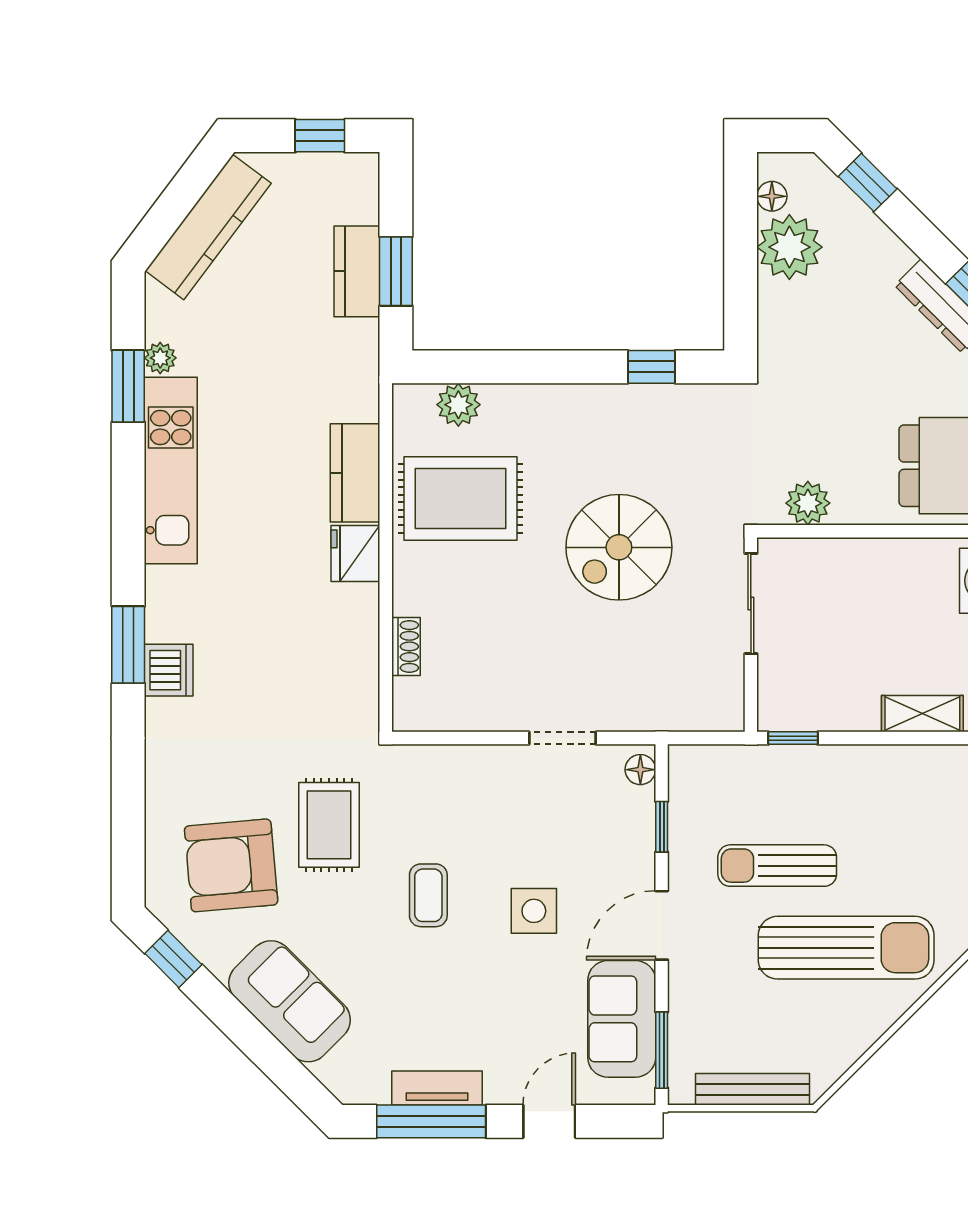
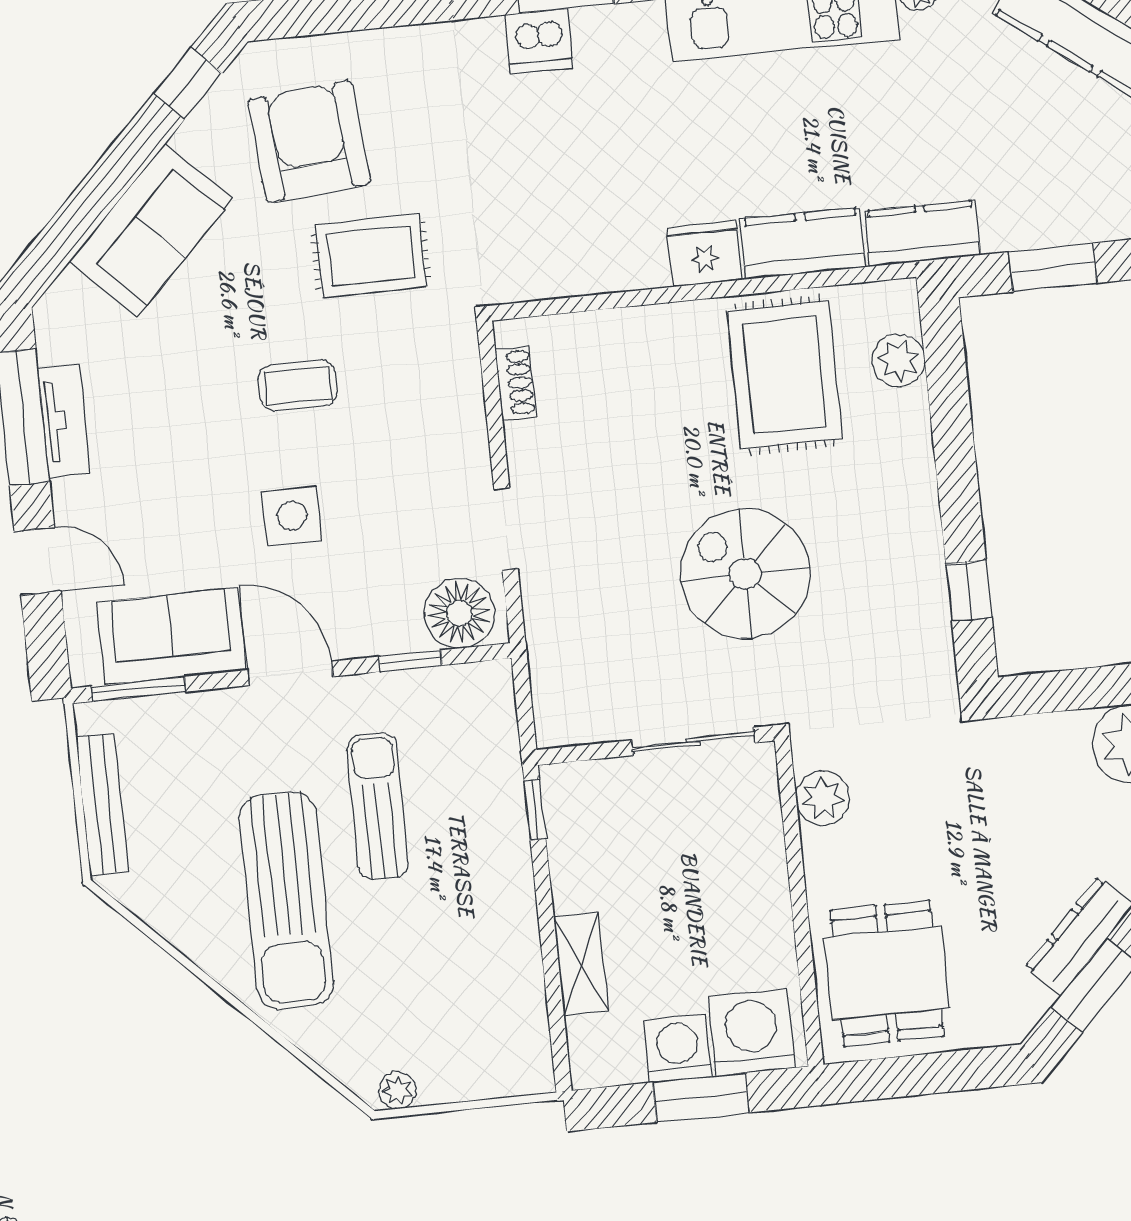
kitchen counter: (357, 271) -> (922, 233), moved
shoe rack: (406, 646) -> (516, 383), moved, turned -90
floor lamp: (640, 770) -> (459, 613), width x1.89, depth x1.89

